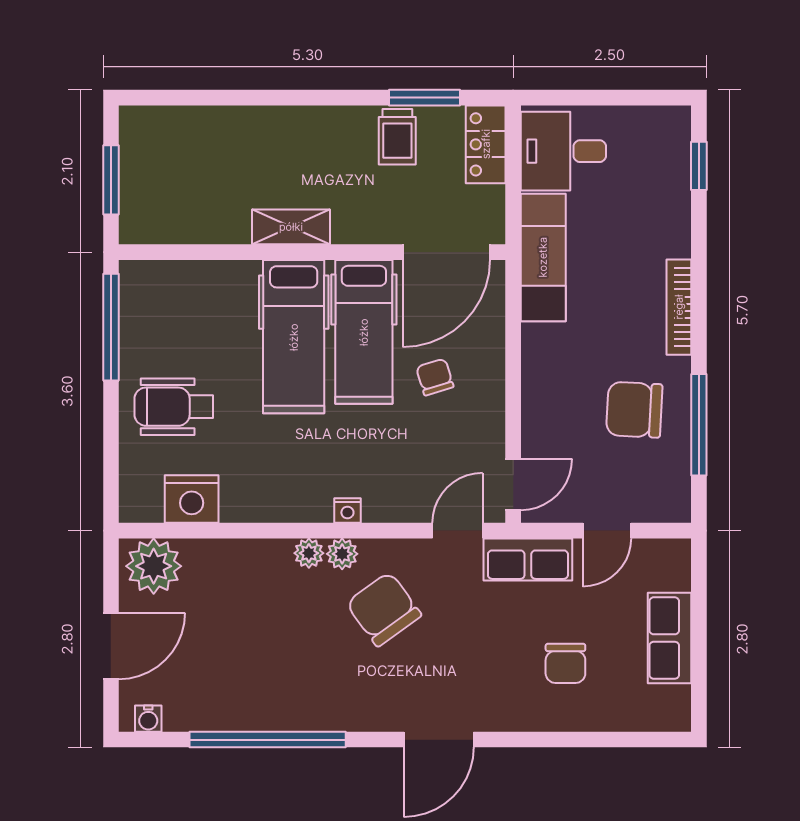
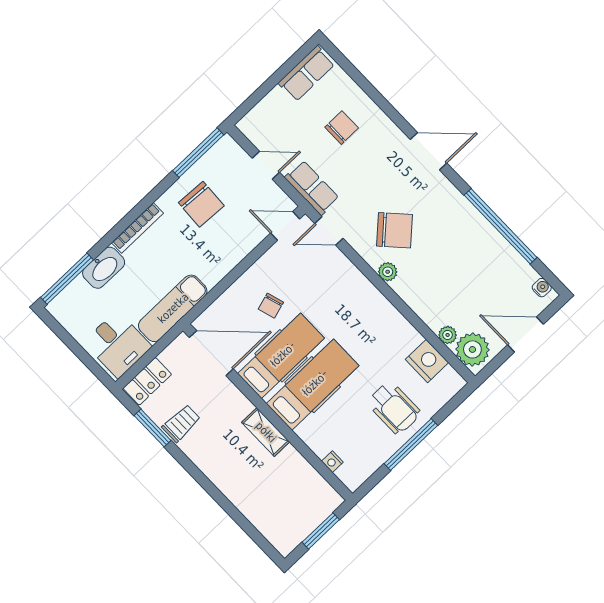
window: (699, 166) -> (67, 279), width x2.17
washbasin: (670, 222) -> (104, 268), added
window: (111, 327) -> (411, 444), moved
window: (699, 425) -> (198, 153), moved
nightstand: (347, 511) -> (332, 462), moved, turned 180
plant: (309, 553) -> (448, 335), moved
chair: (384, 609) -> (394, 230), turned -97
row of seats: (669, 638) -> (307, 74), moved

